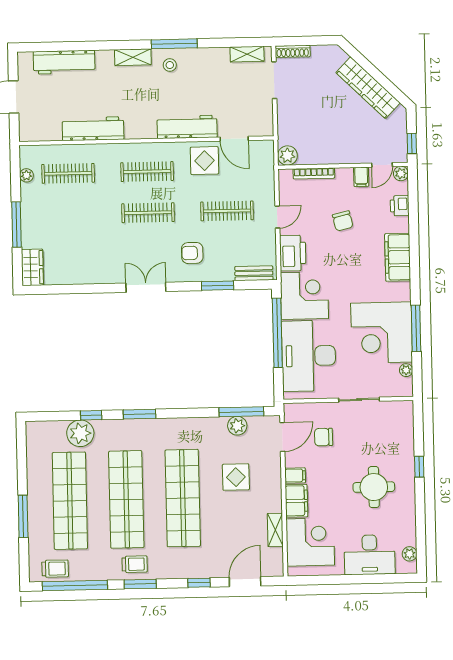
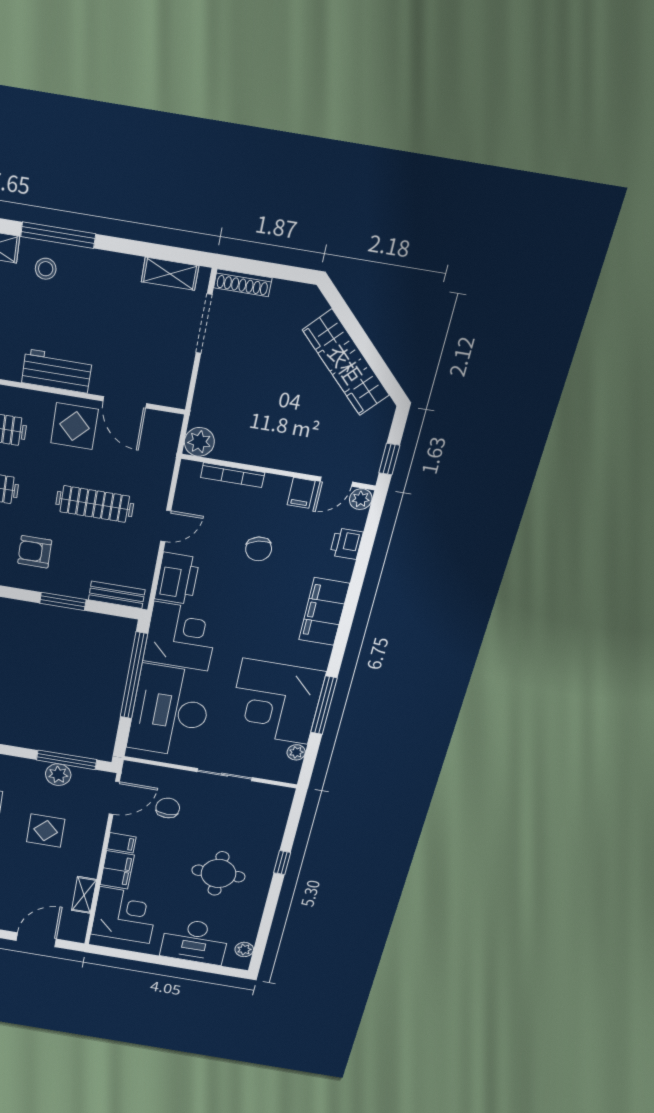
workbench: (187, 127) -> (57, 371), width x0.73
chair: (324, 437) -> (168, 808), turned 90

